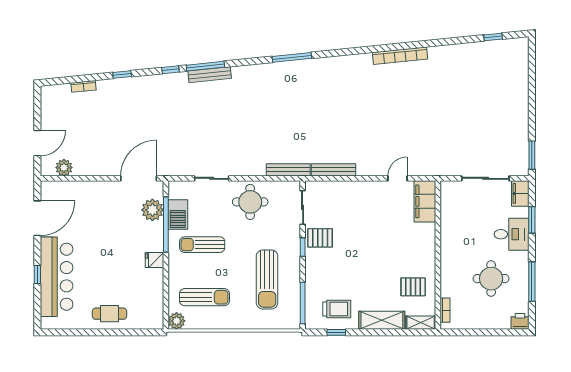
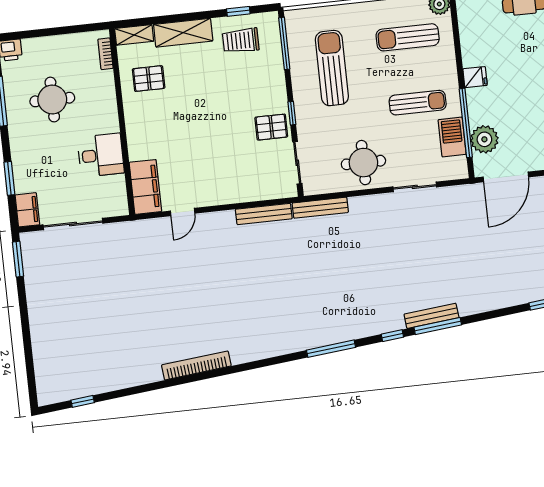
window: (171, 70) -> (392, 336), moved
desk: (512, 234) -> (101, 155), moved, turned 180

